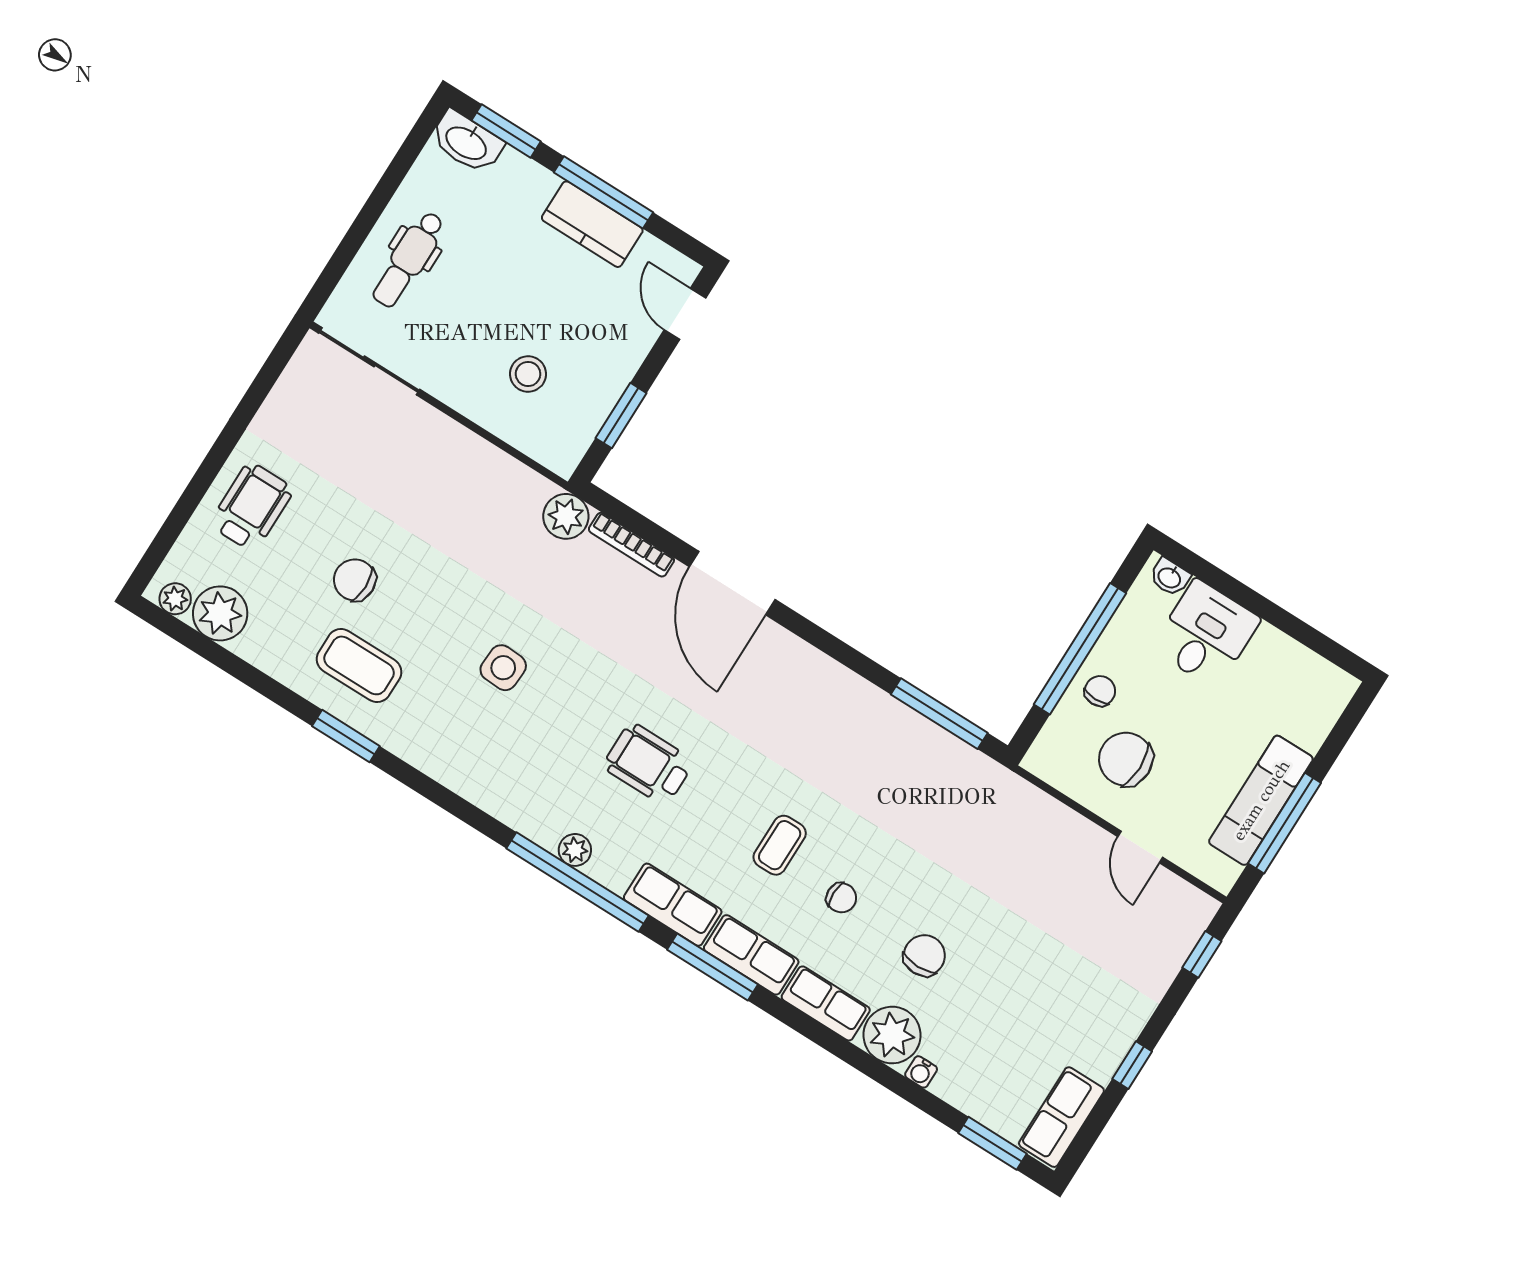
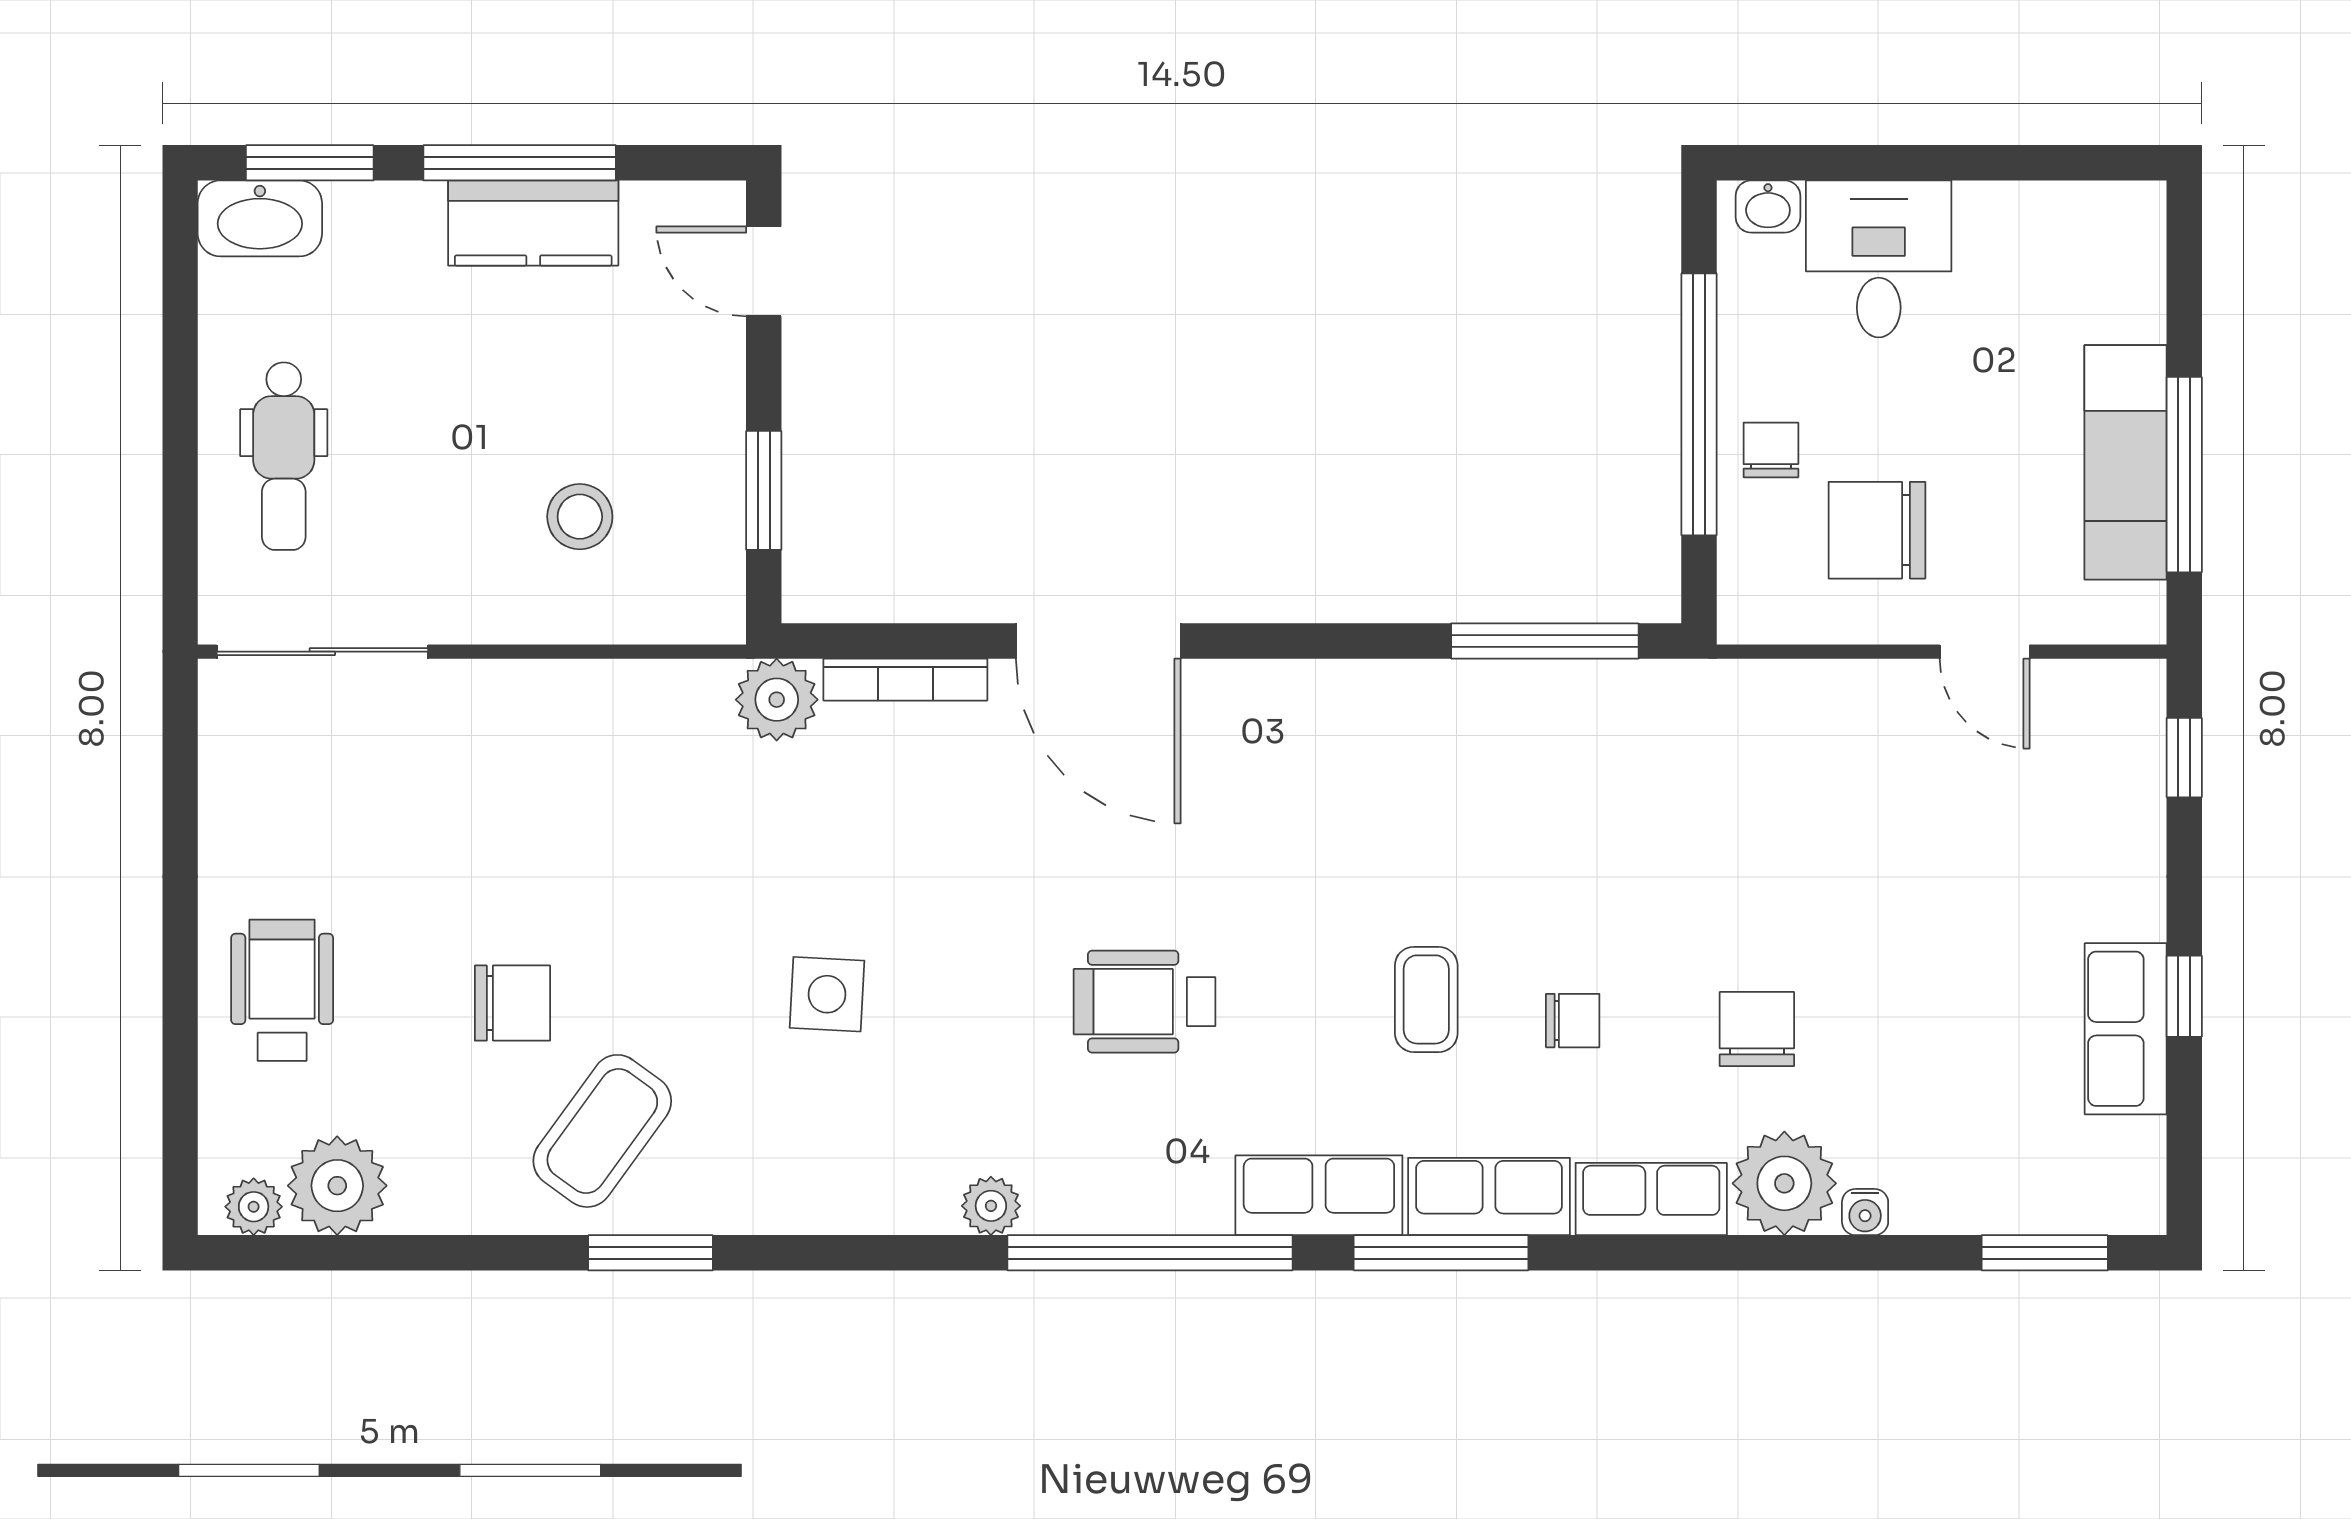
chair: (355, 580) -> (512, 1003), turned 180
coffee table: (359, 665) -> (602, 1131), turned -54
plant: (575, 850) -> (991, 1206), moved
row of seats: (1061, 1117) -> (2126, 1029), moved

